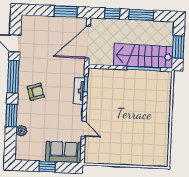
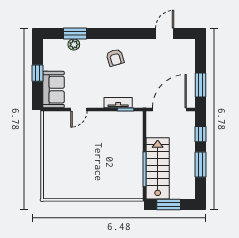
door: (88, 42) -> (169, 110), hinge flipped
window: (13, 77) -> (130, 33), removed
window: (12, 115) -> (75, 33), moved

